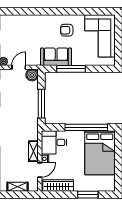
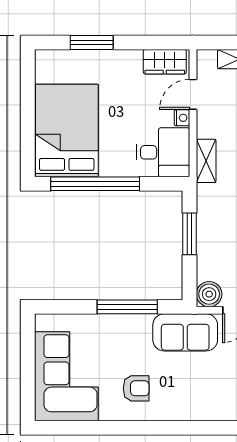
sofa: (56, 57) -> (185, 332), moved
window: (41, 104) -> (190, 234), width x0.69
shelving: (33, 151) -> (206, 161), moved
wardrobe: (58, 186) -> (165, 62), width x0.67

